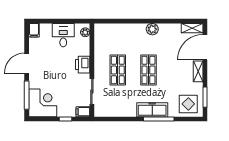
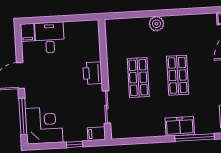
plant: (152, 29) -> (156, 24), moved
plant: (85, 32) -> (93, 31), removed
desk: (63, 35) -> (50, 38), moved
freezer: (152, 110) -> (180, 126), width x0.71

